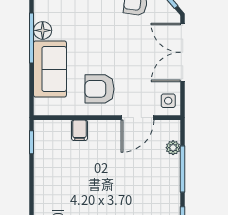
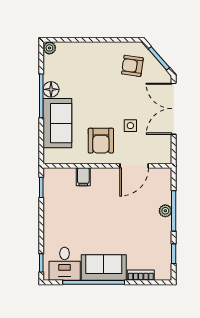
armchair: (99, 89) -> (101, 141), turned -90
side table: (168, 101) -> (130, 126), moved
plant: (173, 148) -> (165, 211), moved

